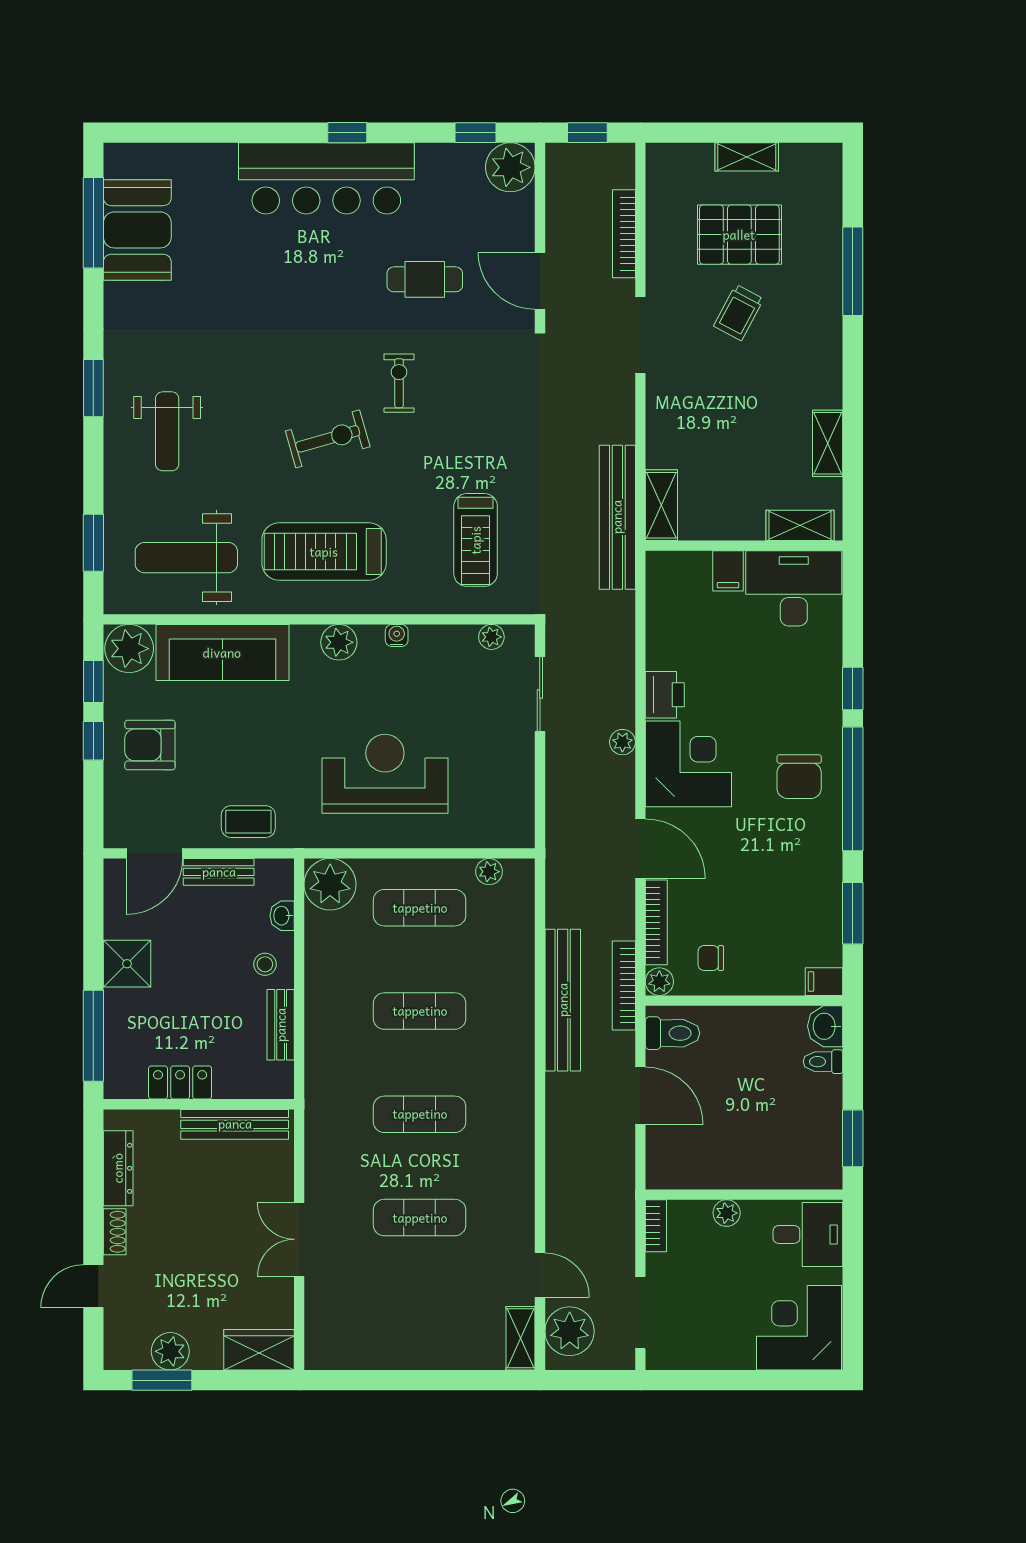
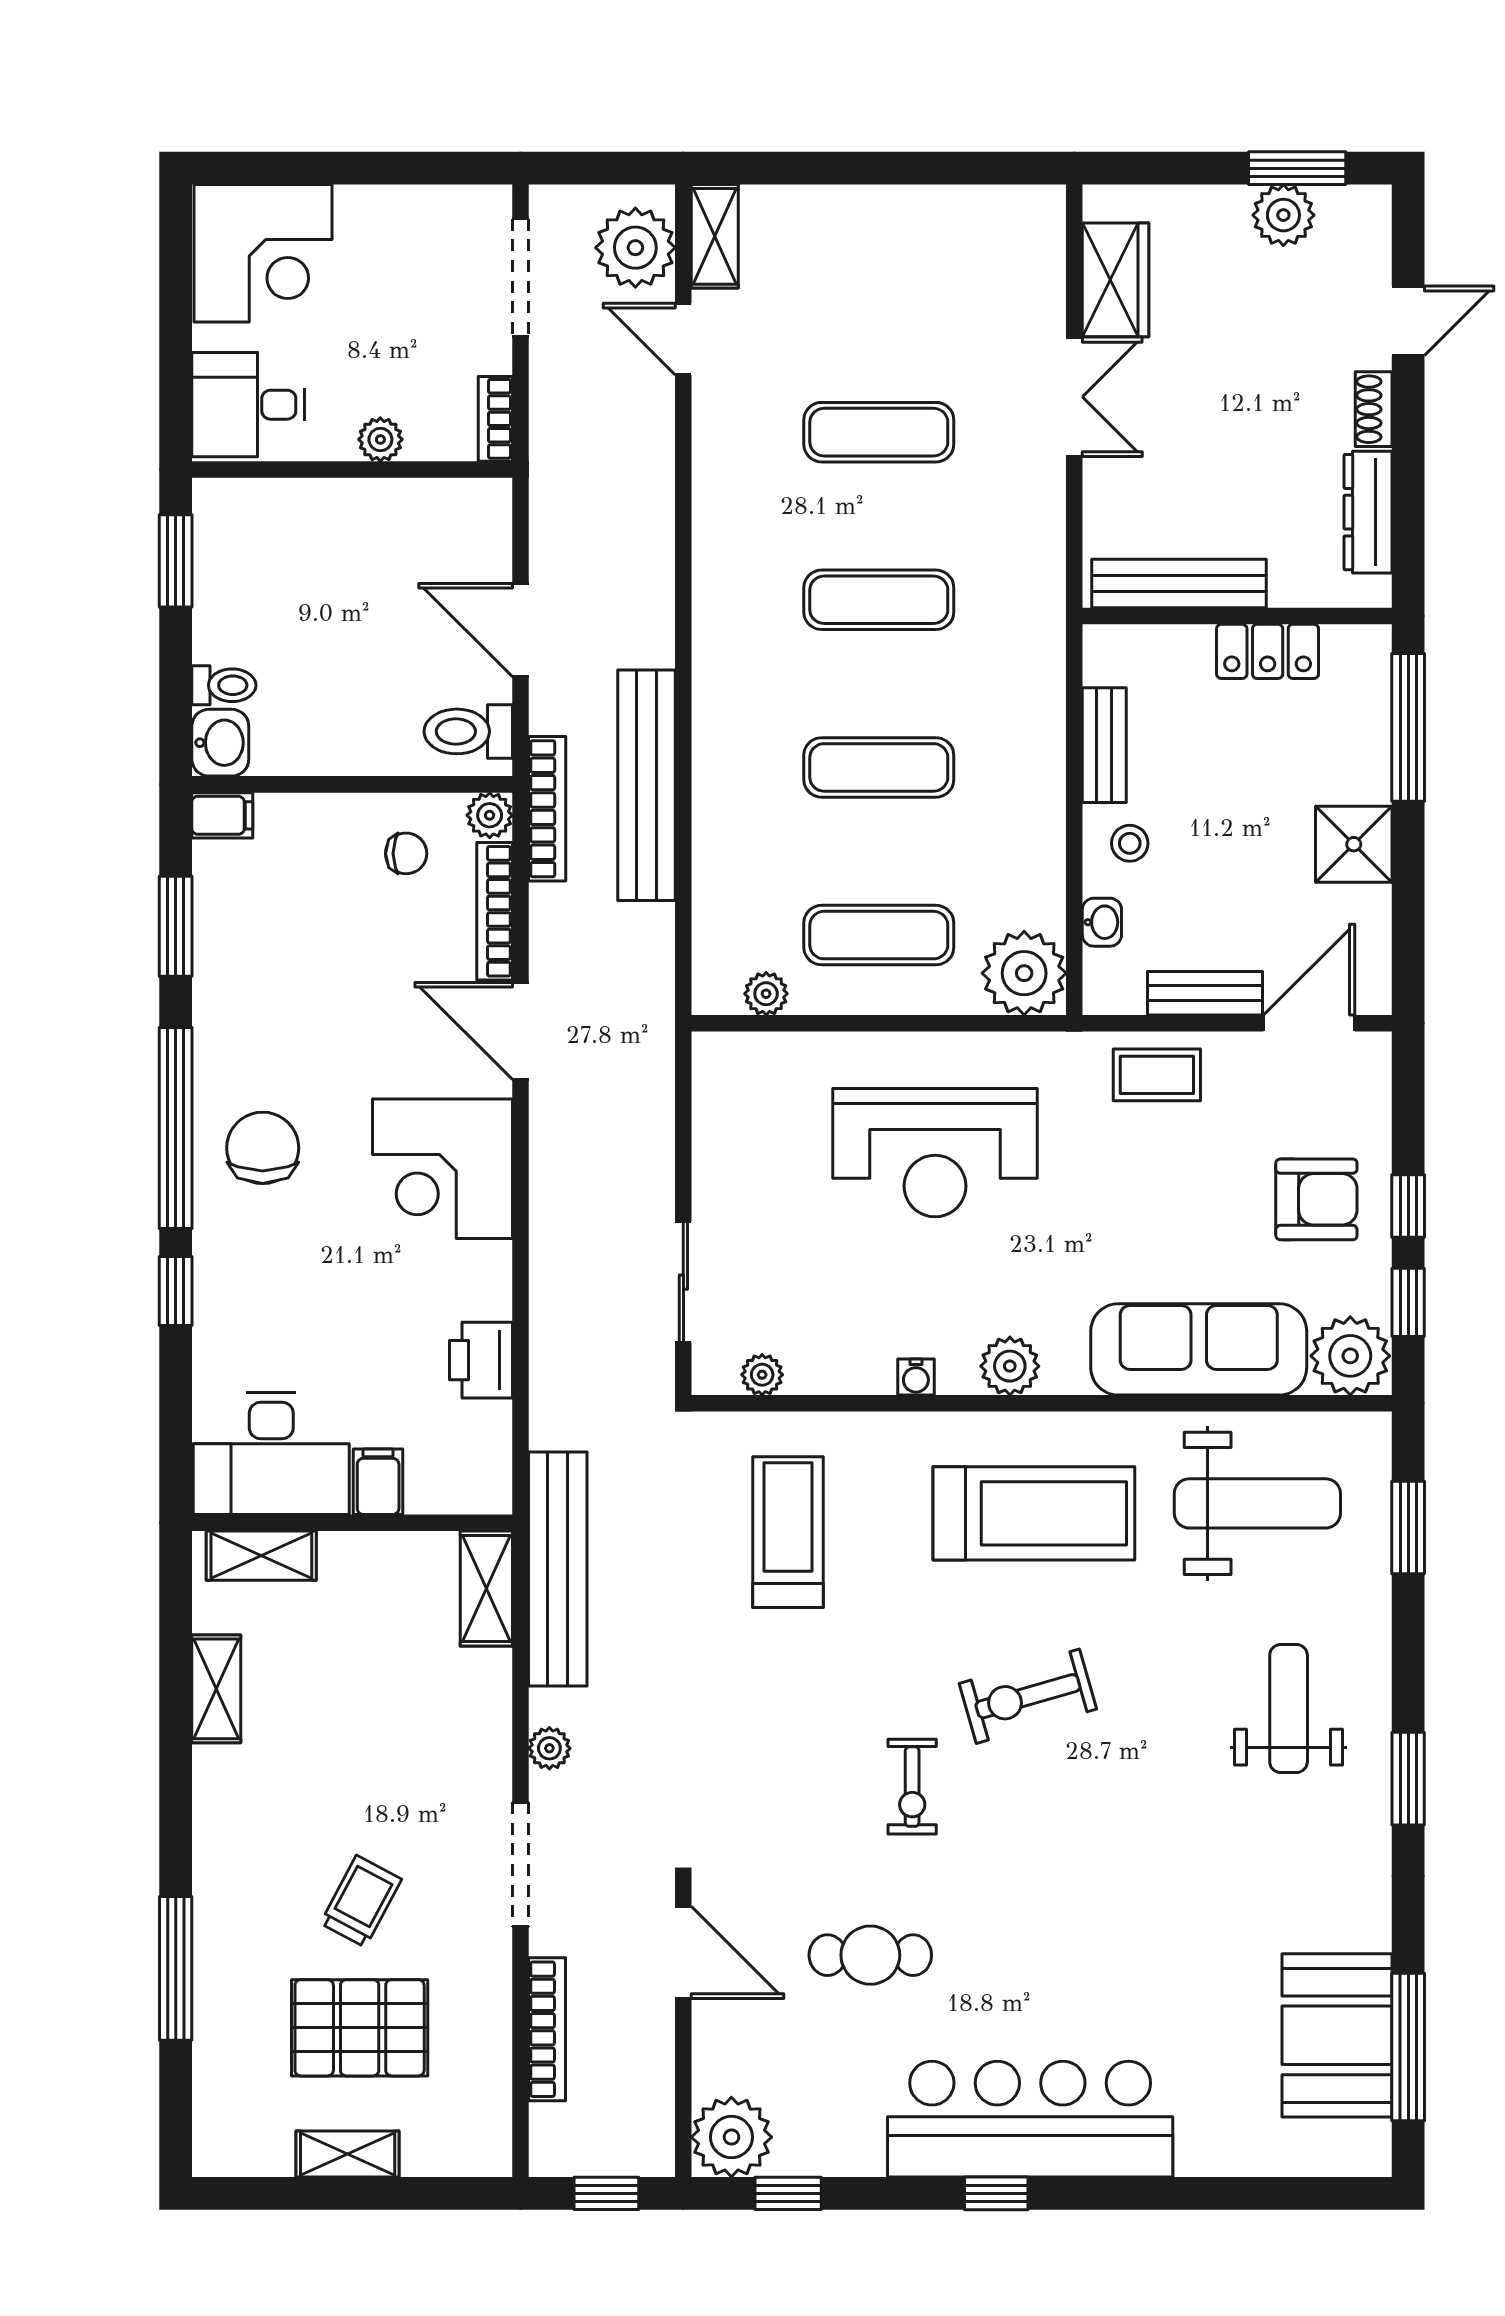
printer: (665, 695) -> (481, 1360), moved
plant: (622, 742) -> (549, 1748), moved
wardrobe: (259, 1350) -> (1115, 280), moved, turned -90

